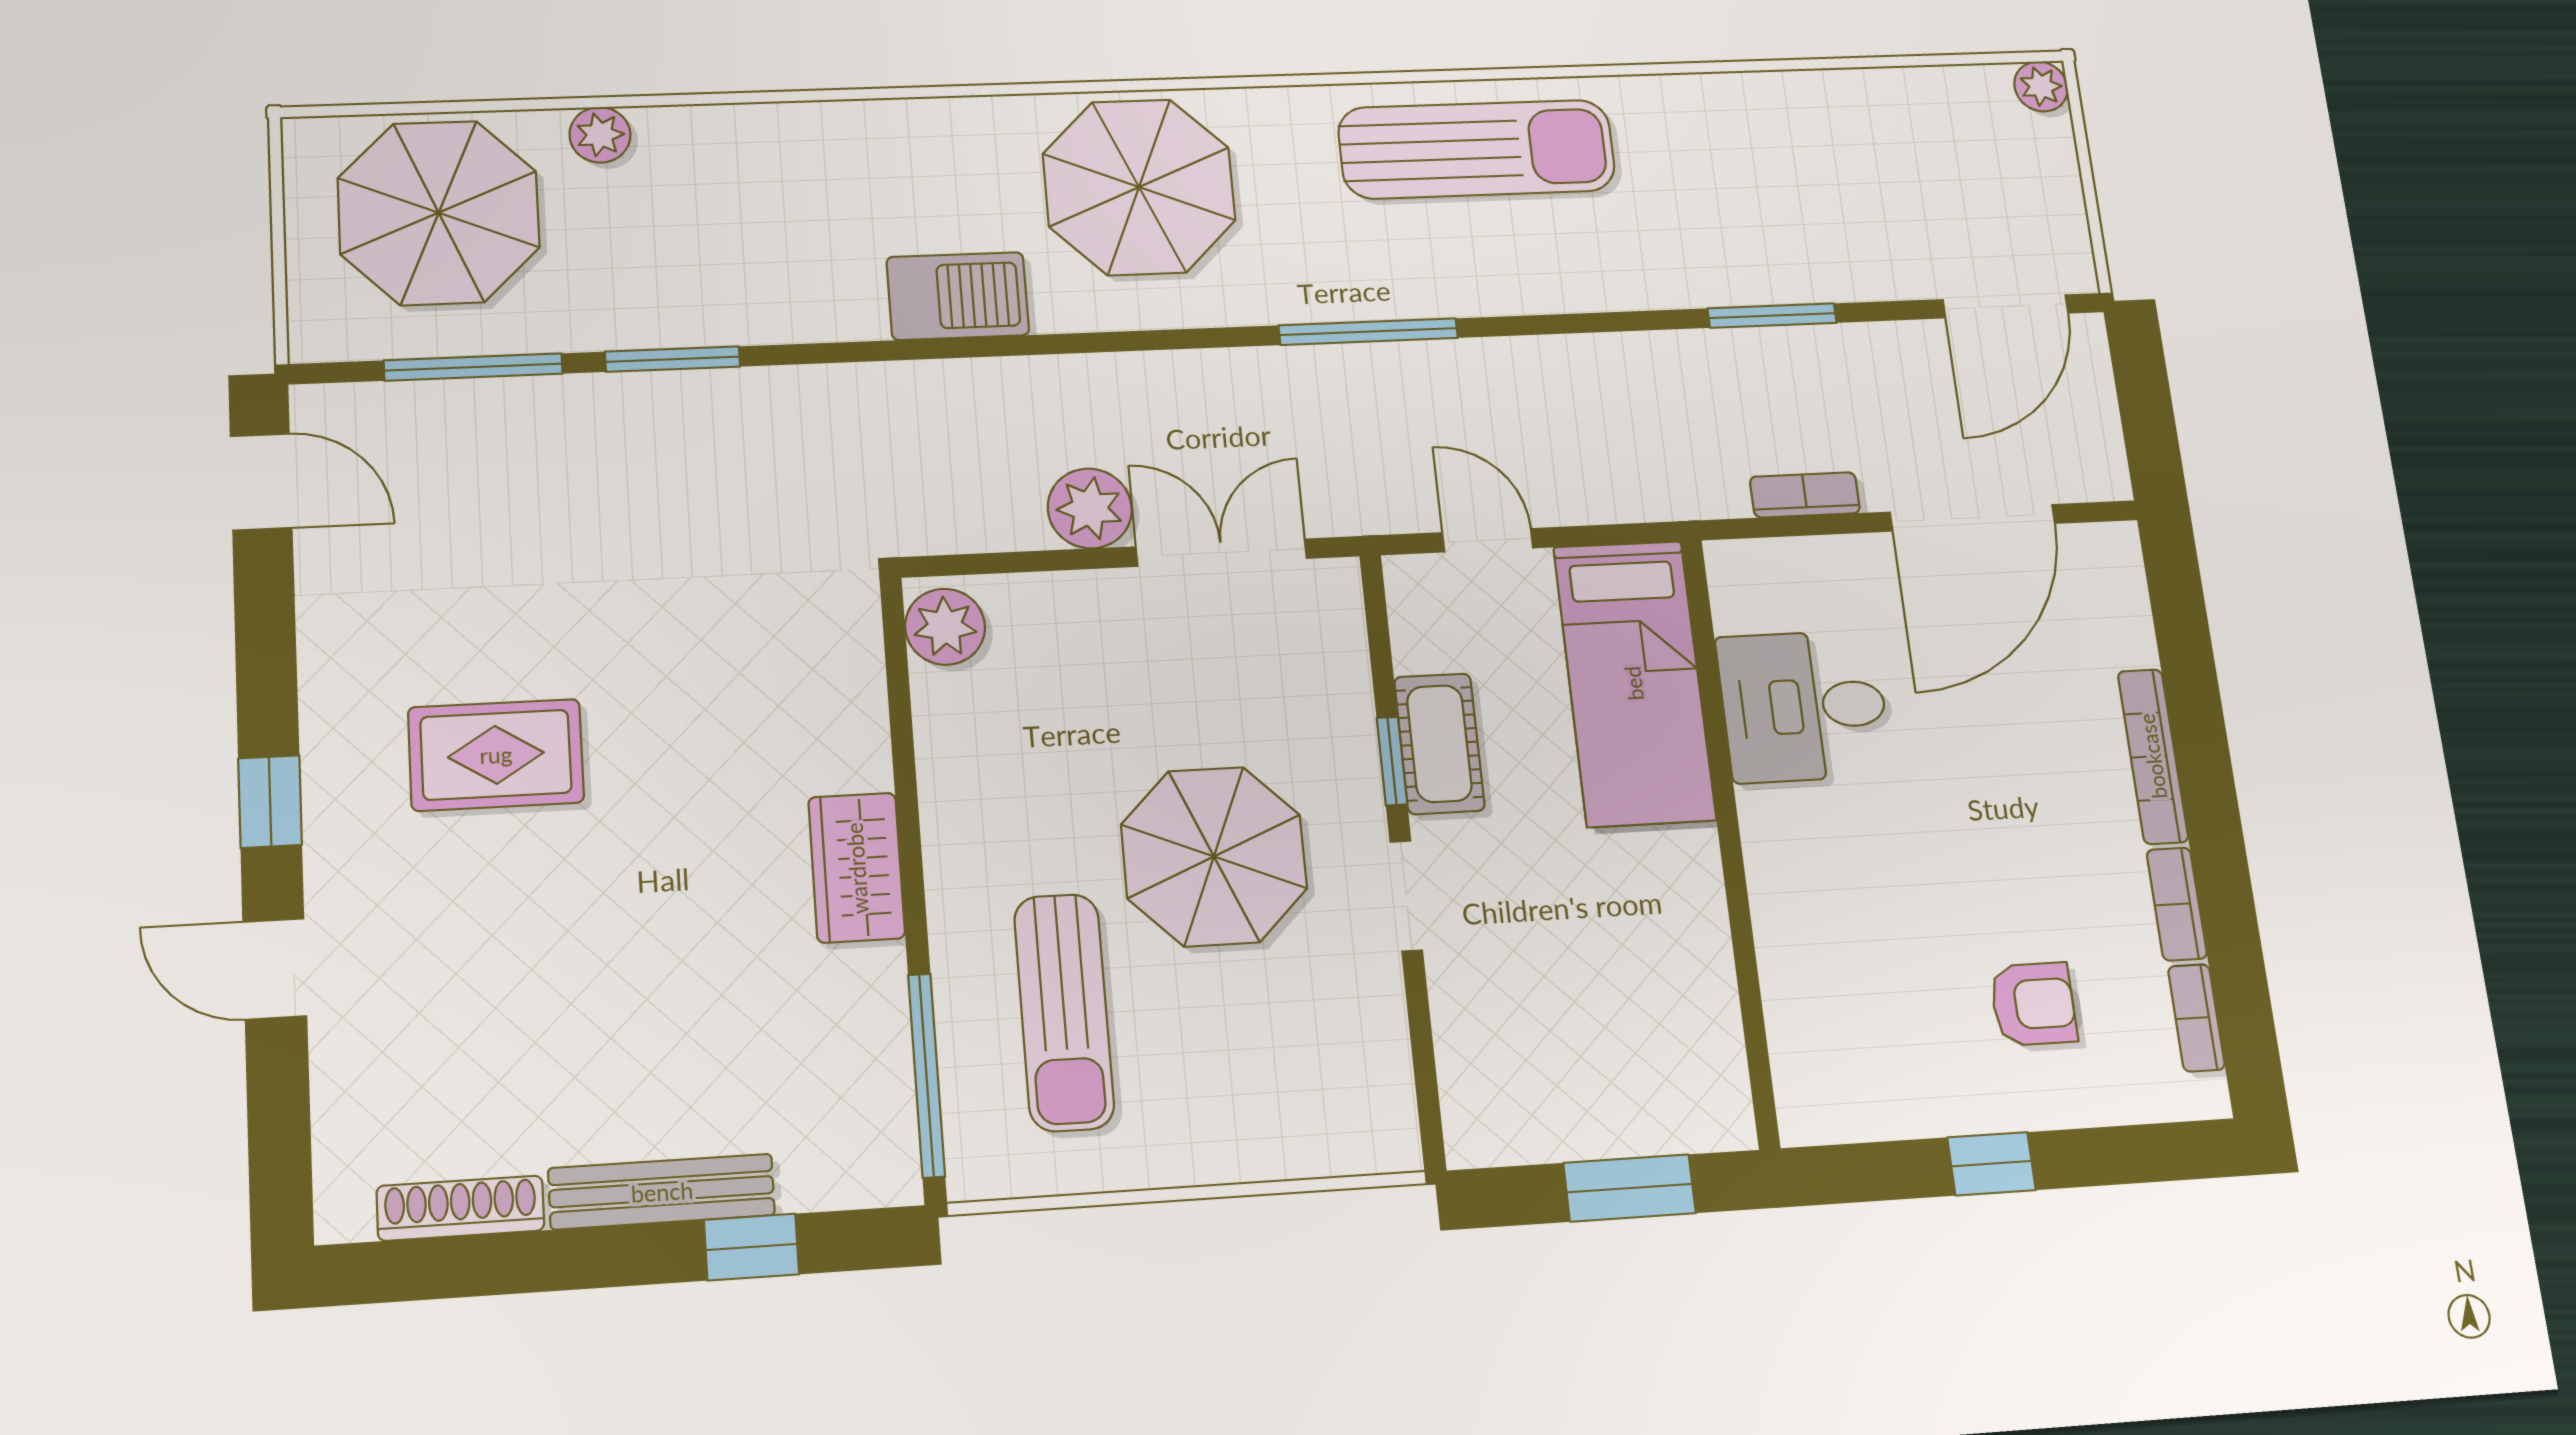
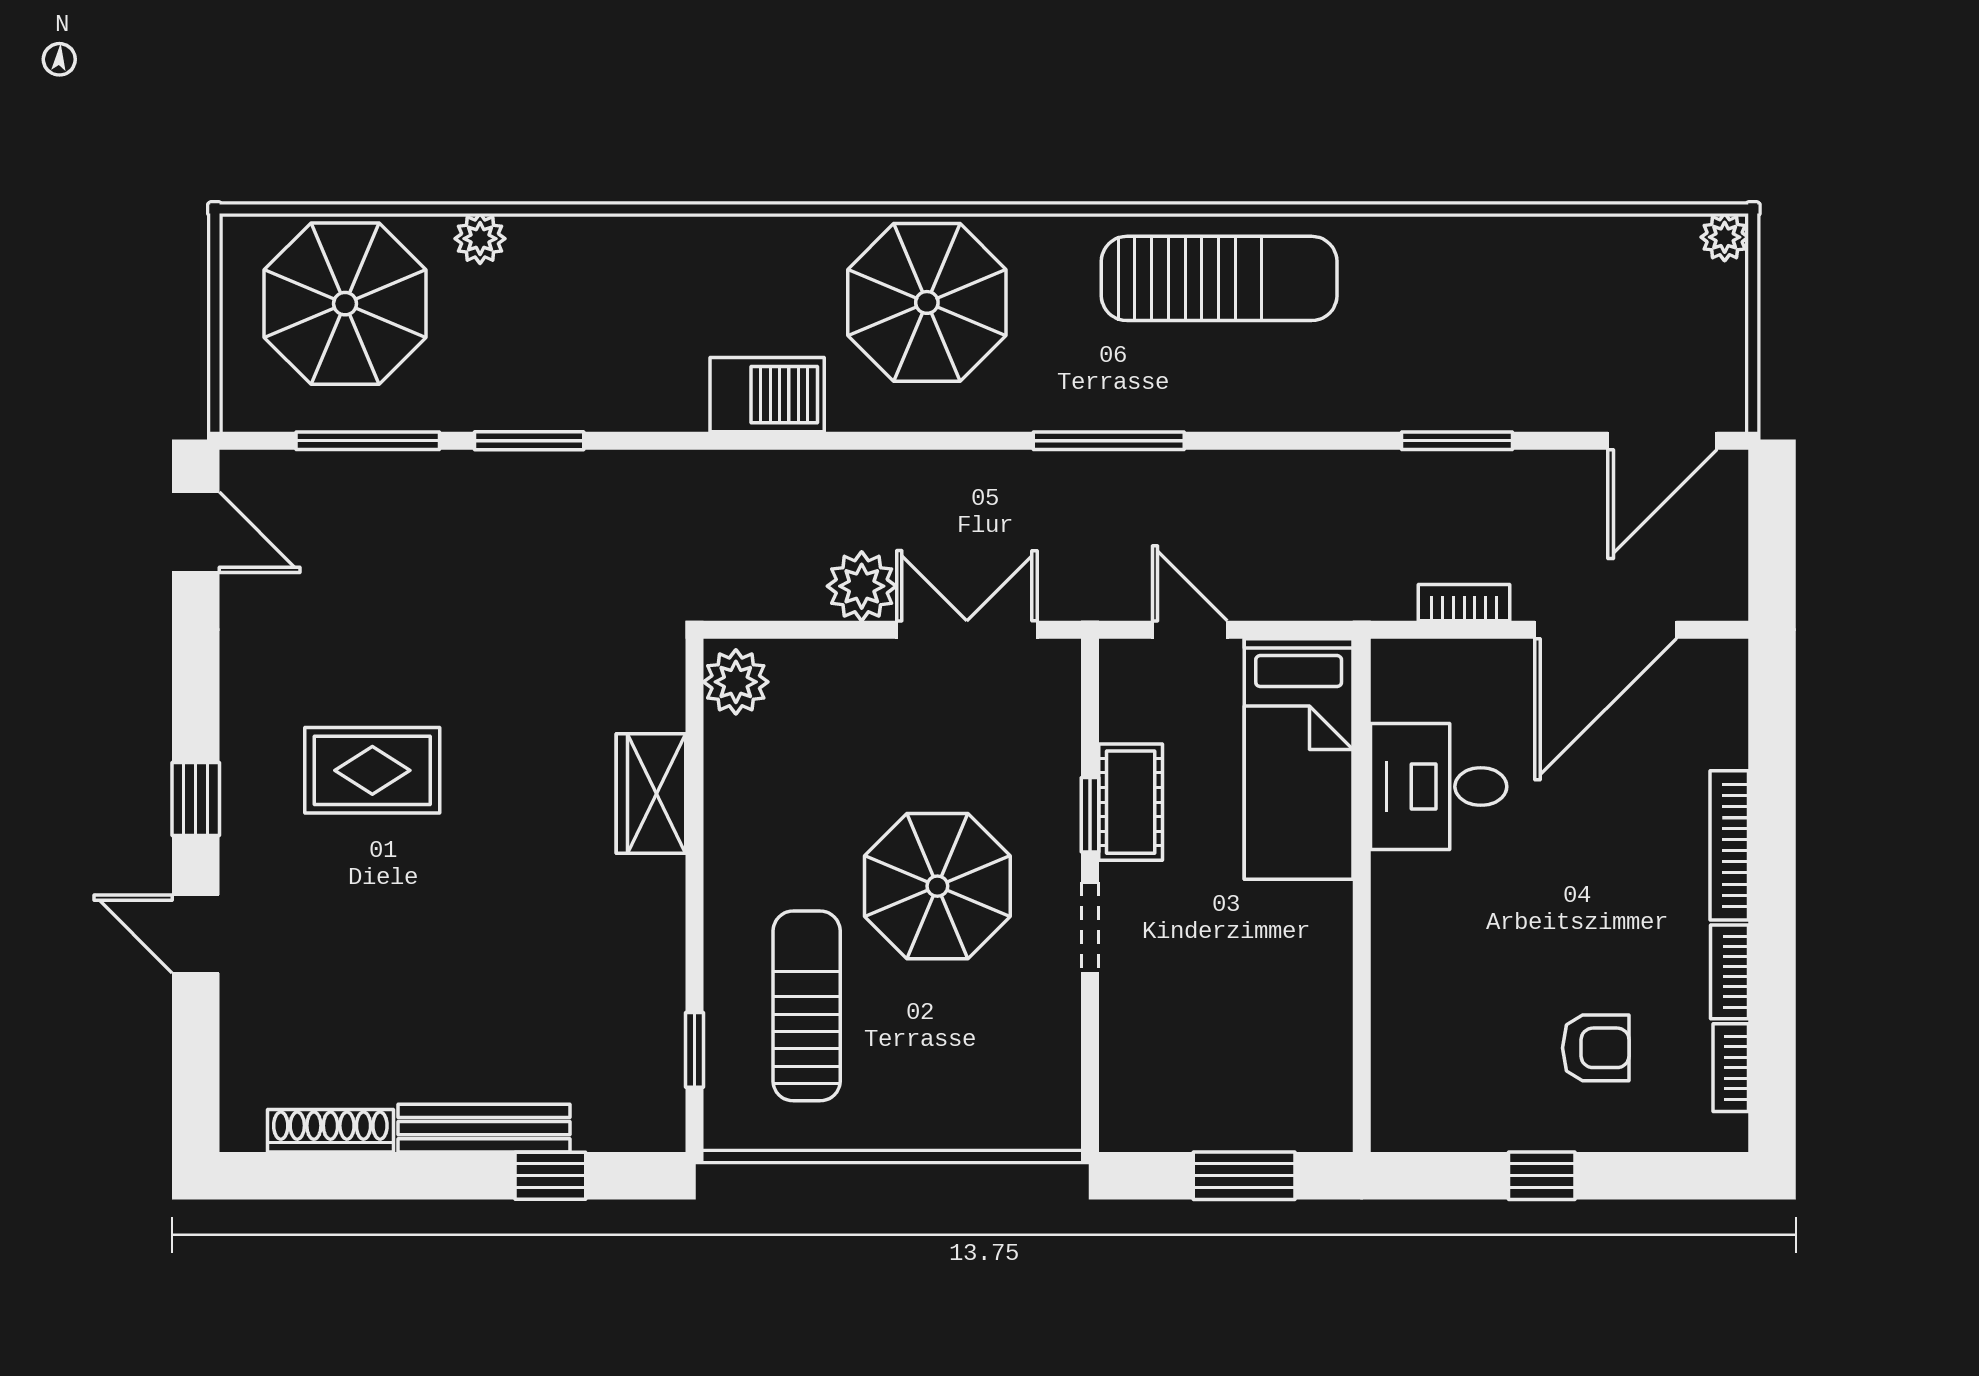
wardrobe: (857, 868) -> (651, 794), moved
sun lounger: (1064, 1012) -> (807, 1006), turned 180
window: (926, 1075) -> (695, 1050), width x0.46

